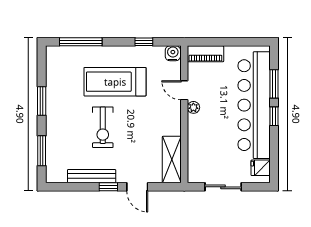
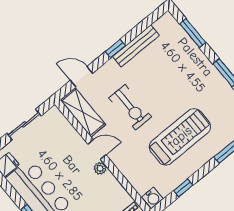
door: (184, 90) -> (97, 149), moved
exercise bike: (103, 127) -> (130, 107), moved, turned 180
door: (137, 187) -> (82, 77), moved

